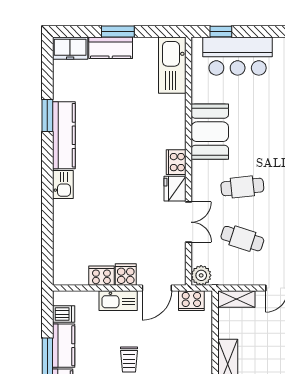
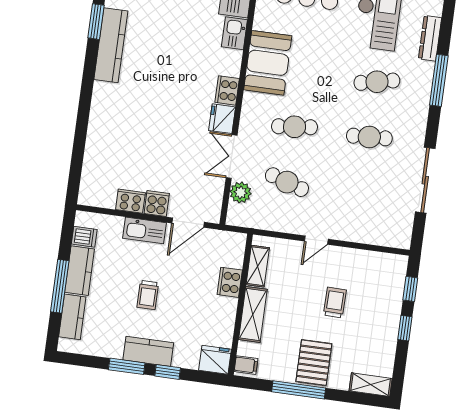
kitchen sink: (63, 184) -> (234, 33), moved, turned 180
double door: (189, 222) -> (232, 156), swing flipped
plant: (201, 275) -> (241, 192), moved
shelving: (236, 299) -> (258, 266), moved, turned 90
cooker: (191, 301) -> (230, 282), moved, turned 90

